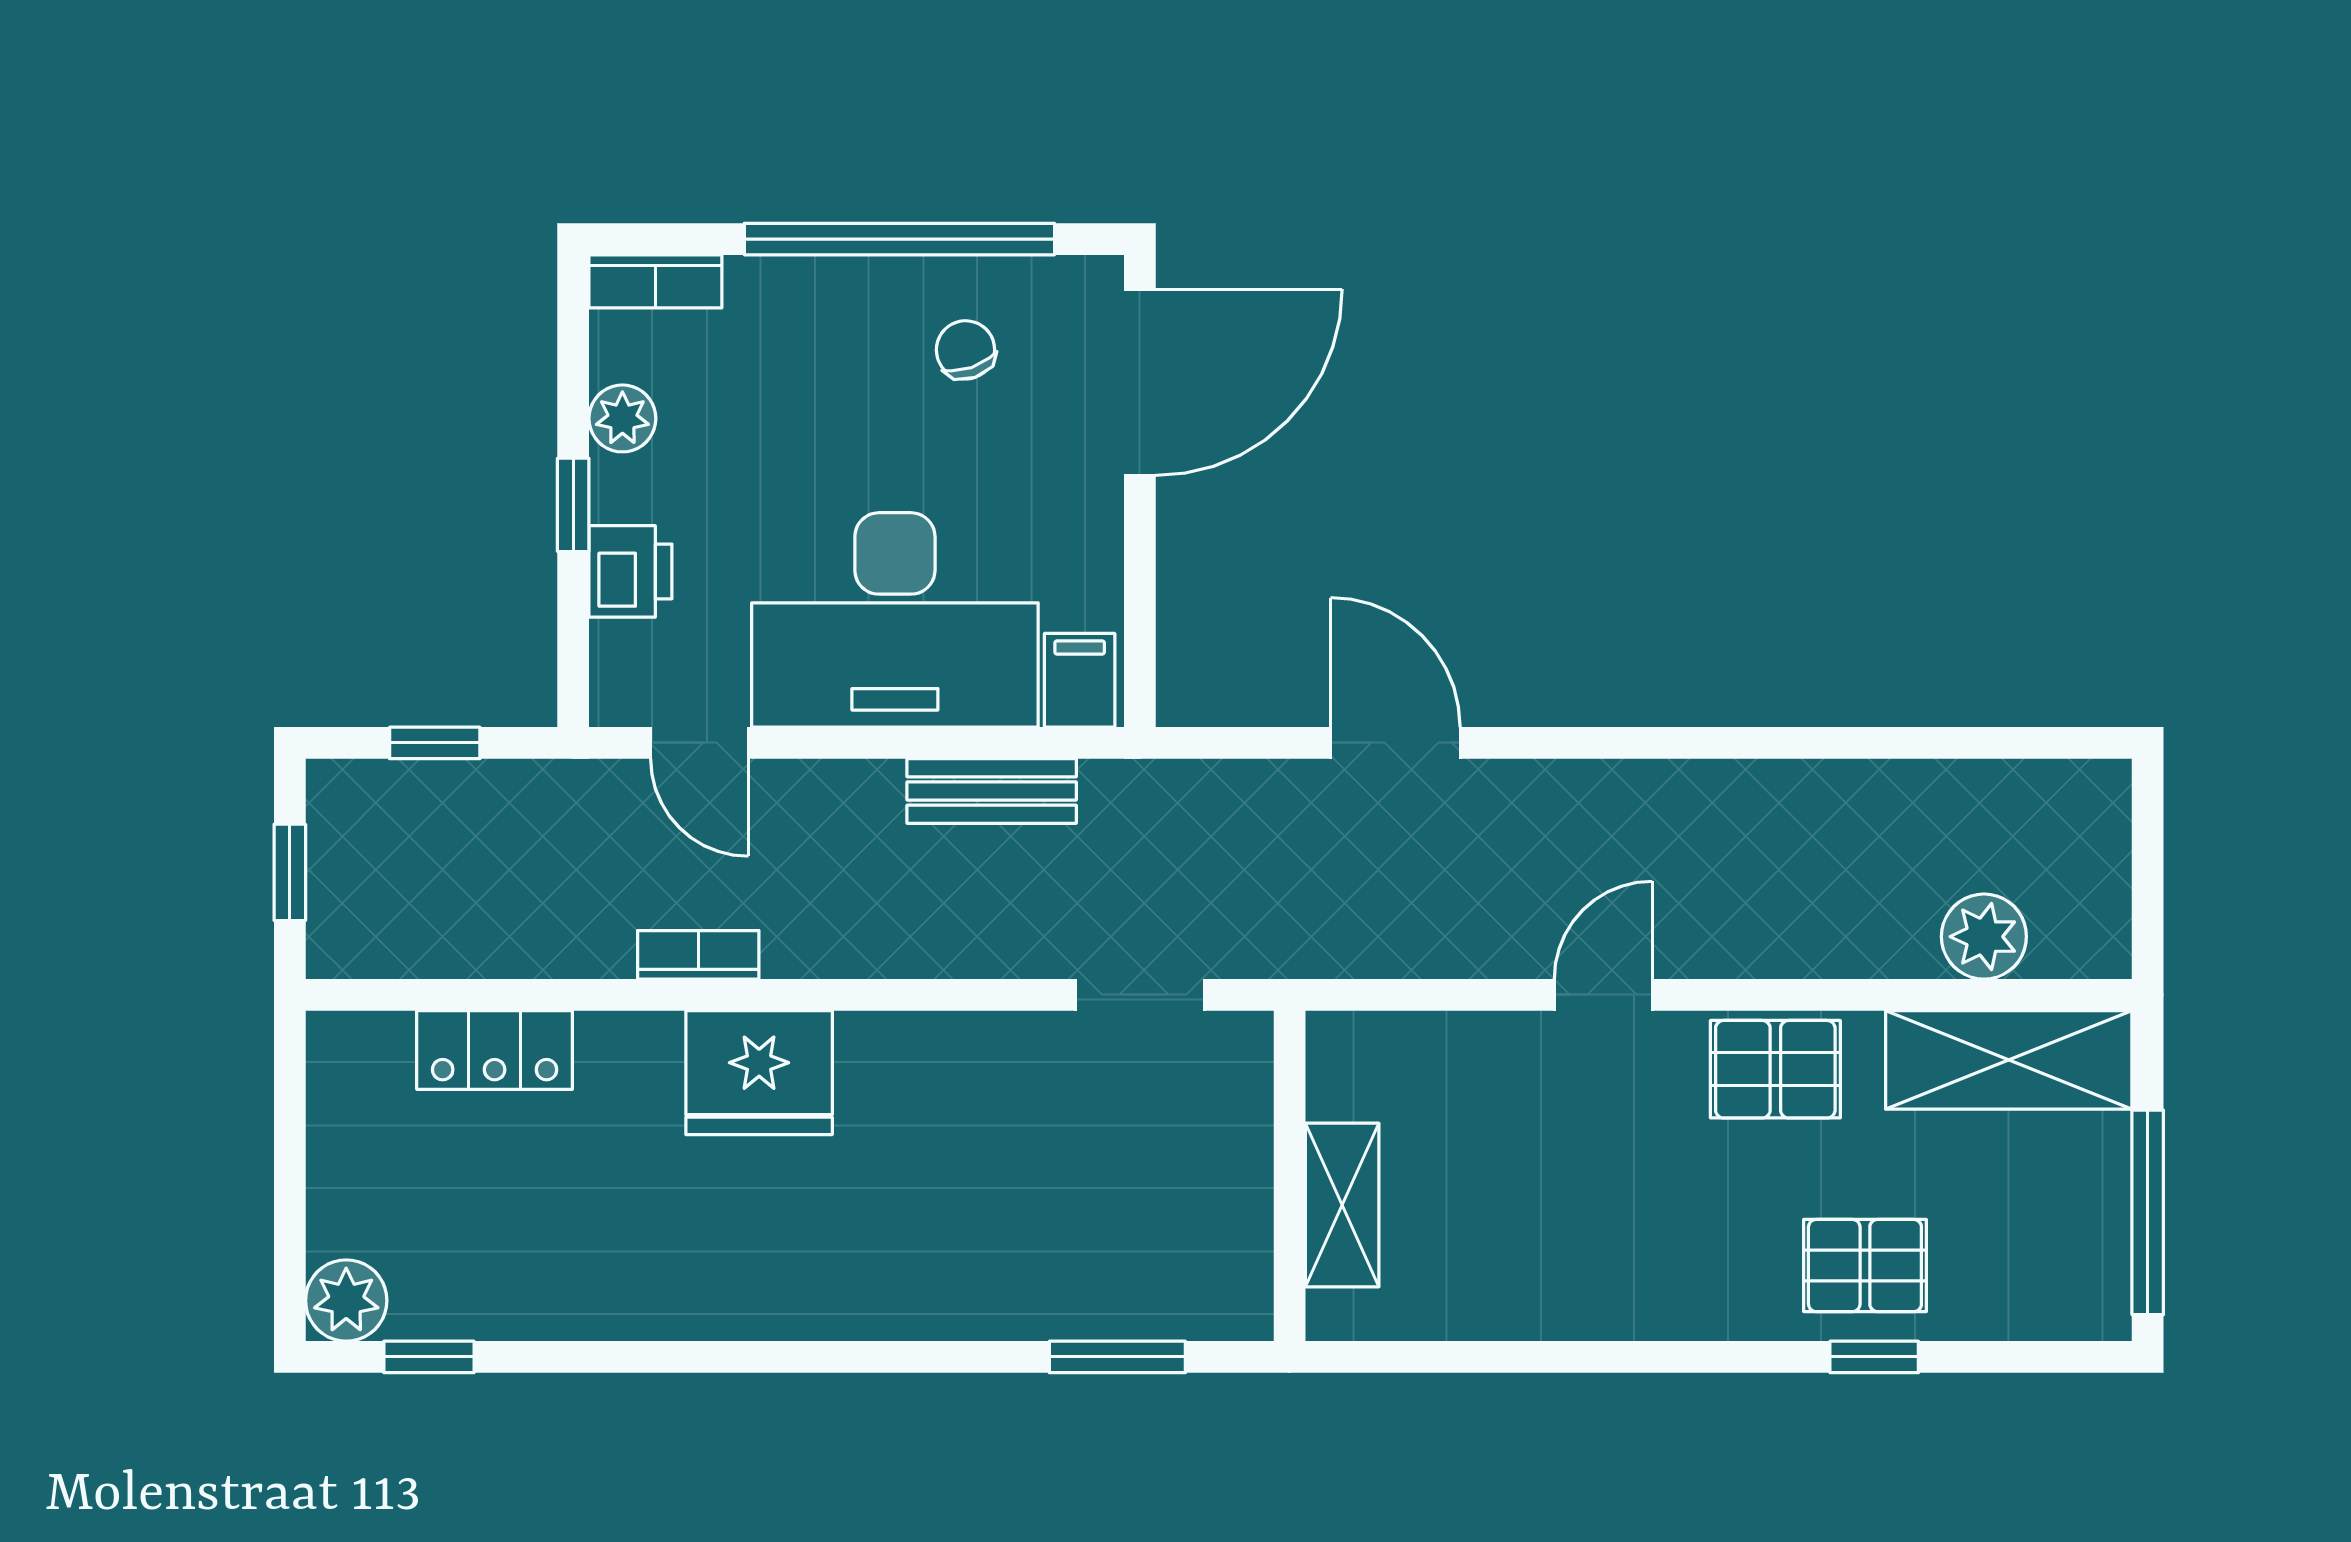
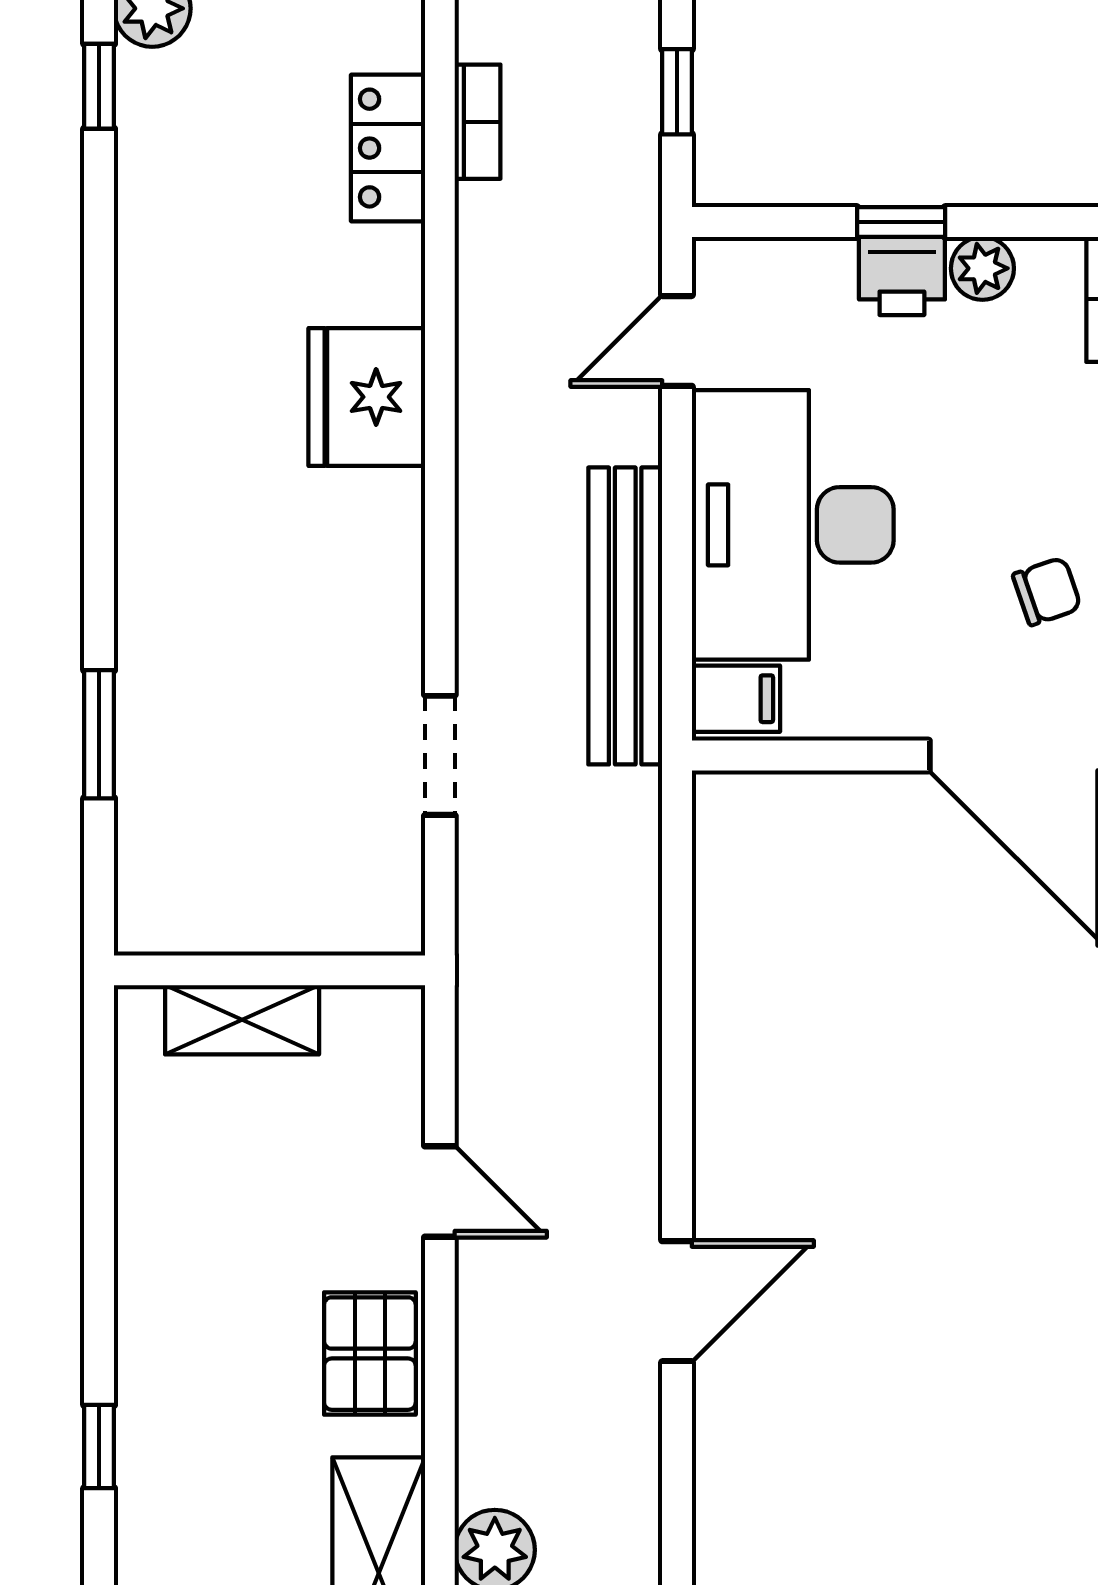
printer: (630, 571) -> (902, 276), moved
door: (1395, 743) -> (677, 1301), moved
bench: (992, 791) -> (625, 616), width x1.86, depth x1.21
bookcase: (698, 955) -> (478, 122), moved
wall: (1290, 1176) -> (269, 970), moved
shelving: (1342, 1205) -> (242, 1020), moved
pallet: (1865, 1266) -> (185, 1438), removed

